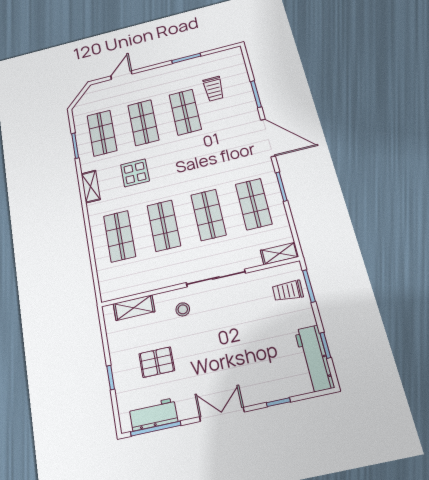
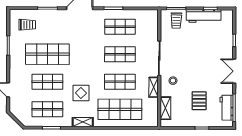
trolley: (214, 89) -> (27, 25), moved
shop shelf: (185, 112) -> (47, 54), width x1.43, depth x1.36
shop shelf: (120, 236) -> (120, 109), width x1.43, depth x1.36
shelving: (280, 253) -> (154, 87), moved
workbench: (314, 358) -> (204, 16), moved

